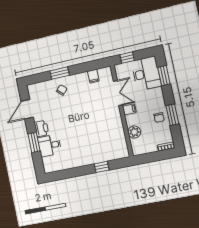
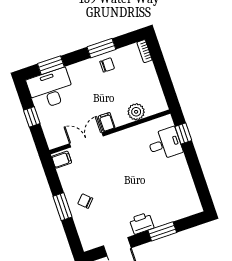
double door: (118, 93) -> (86, 140), moved
filing cabinet: (129, 109) -> (107, 122), moved
wall: (122, 111) -> (110, 132), moved
plant: (134, 132) -> (136, 112), moved
desk: (50, 146) -> (165, 144), moved, turned -90

